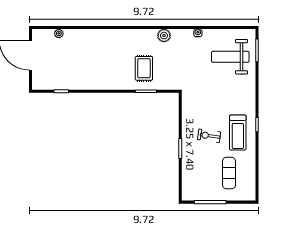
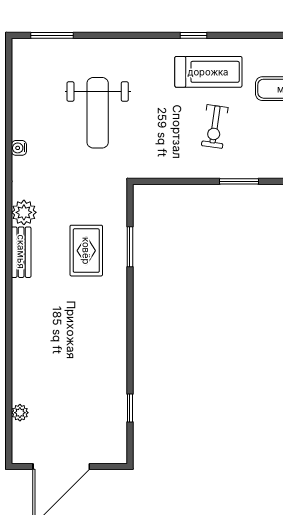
bench: (143, 34) -> (21, 252), added
weight bench: (230, 57) -> (98, 113), moved
rug: (144, 68) -> (86, 251), turned 90

